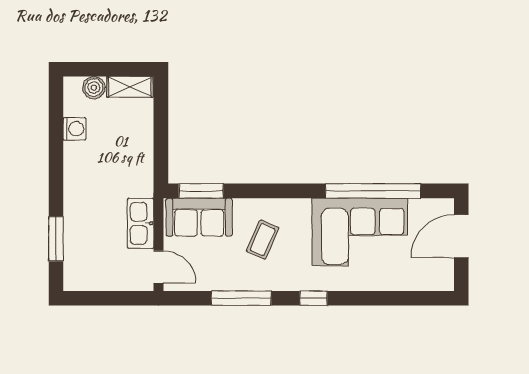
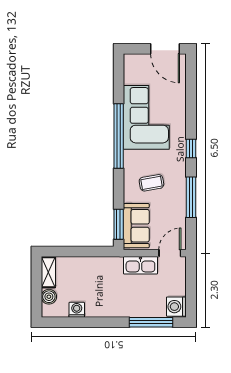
window: (373, 191) -> (119, 136), moved
door: (461, 236) -> (165, 49), moved
window: (56, 239) -> (151, 322), width x1.44
coffee table: (263, 240) -> (151, 183), turned -34
washing machine: (79, 276) -> (176, 307), added

